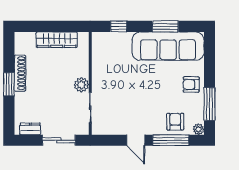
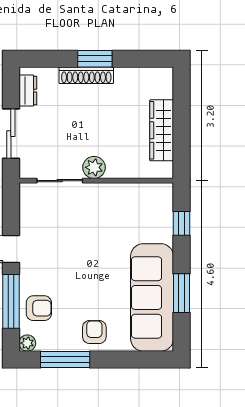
shoe rack: (20, 73) -> (86, 75), moved

